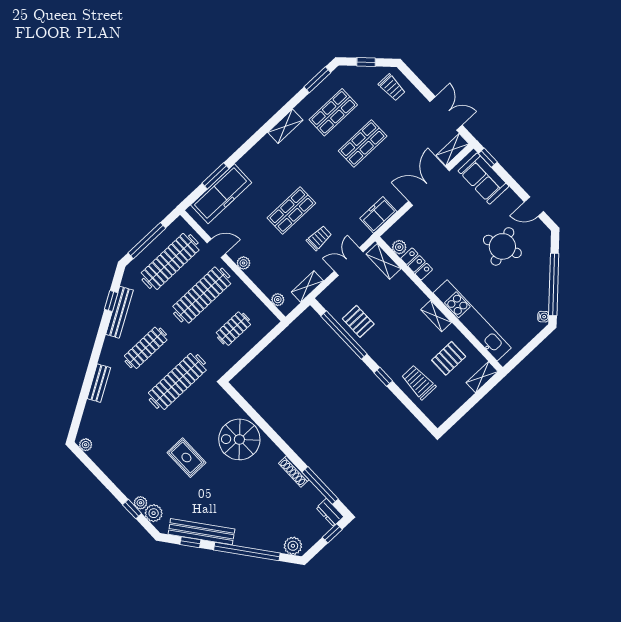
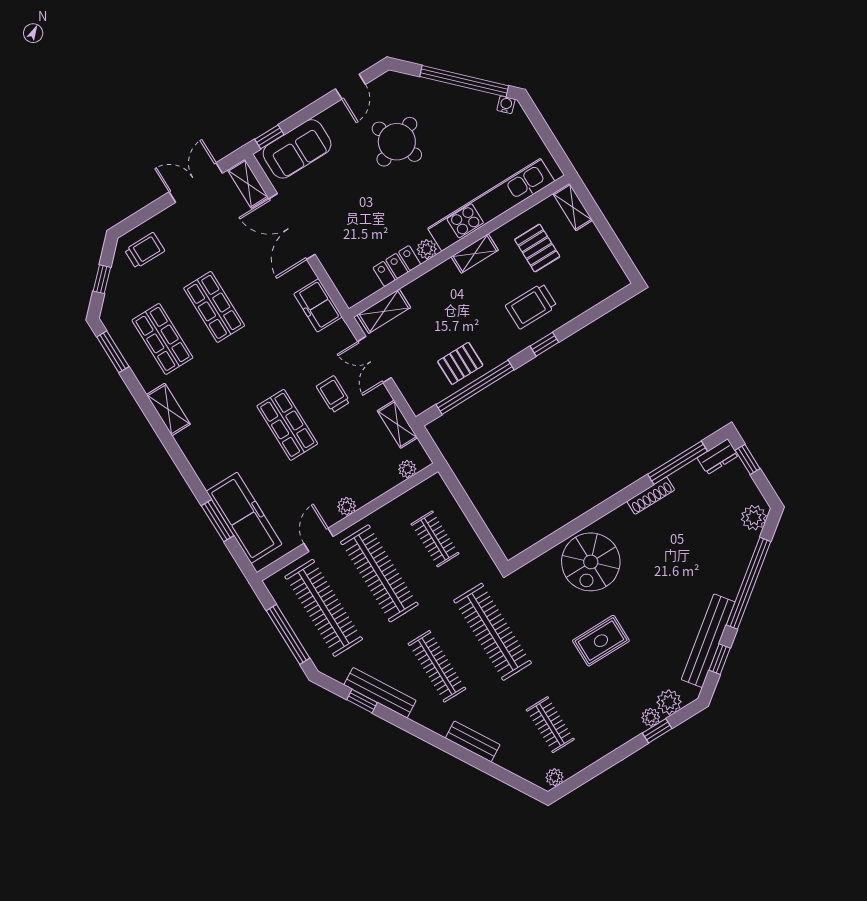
plant: (399, 247) -> (427, 249), moved
trolley: (419, 382) -> (531, 306), moved
clothes rail: (121, 434) -> (550, 725), added

